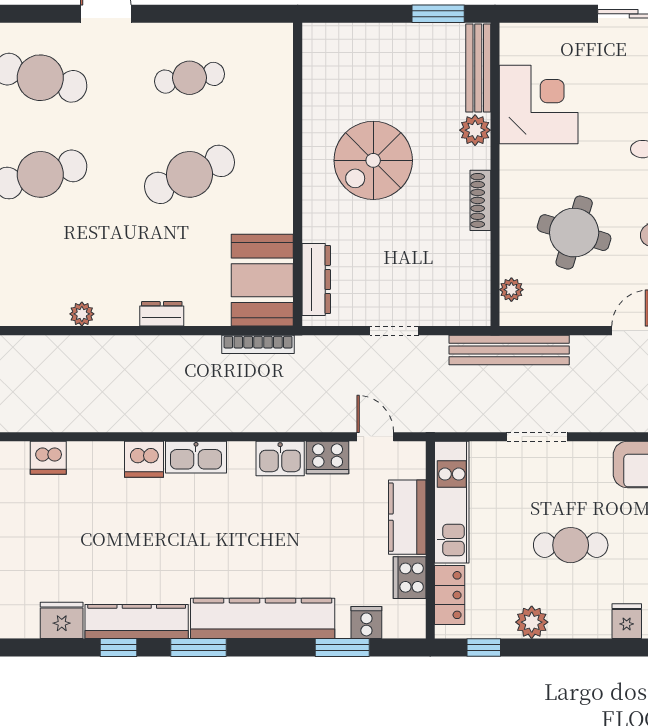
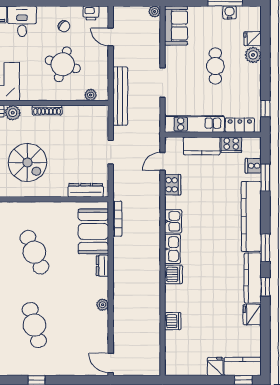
booth: (262, 280) -> (93, 231), moved, turned 90
kitchen sink: (280, 459) -> (173, 221), moved
plant: (532, 622) -> (253, 55), moved

